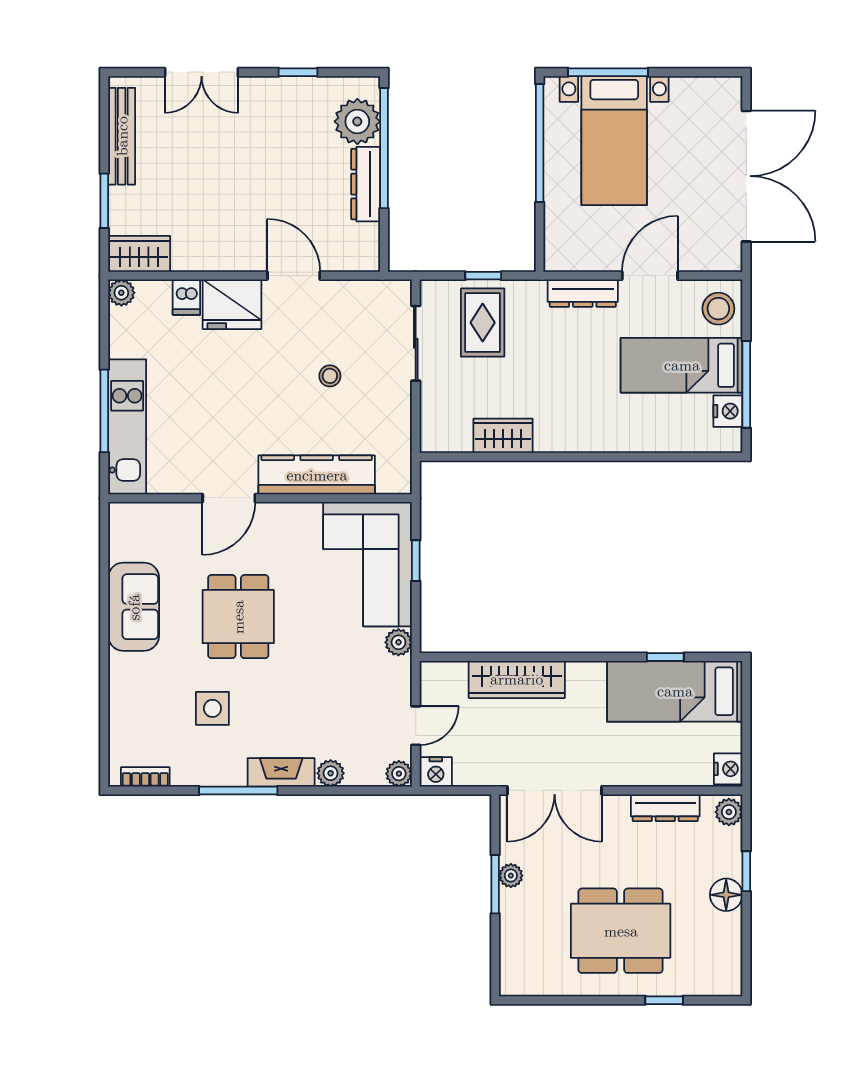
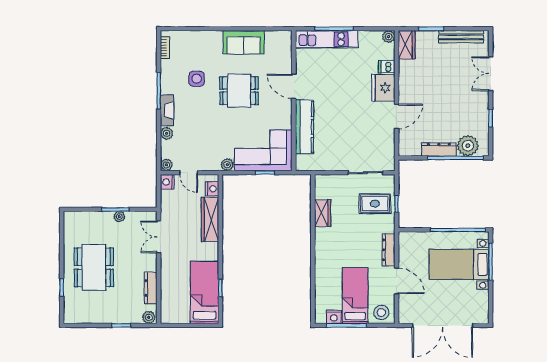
stool: (330, 376) -> (350, 133), removed
nightstand: (728, 769) -> (212, 189), moved, turned -90
double door: (555, 790) -> (159, 237), width x0.73
floor lamp: (726, 895) -> (110, 316), removed

